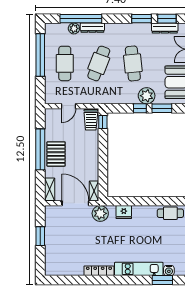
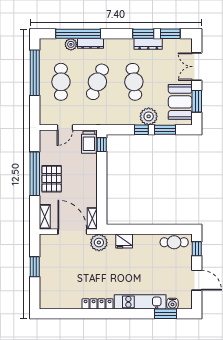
dresser: (165, 28) -> (148, 44), moved

